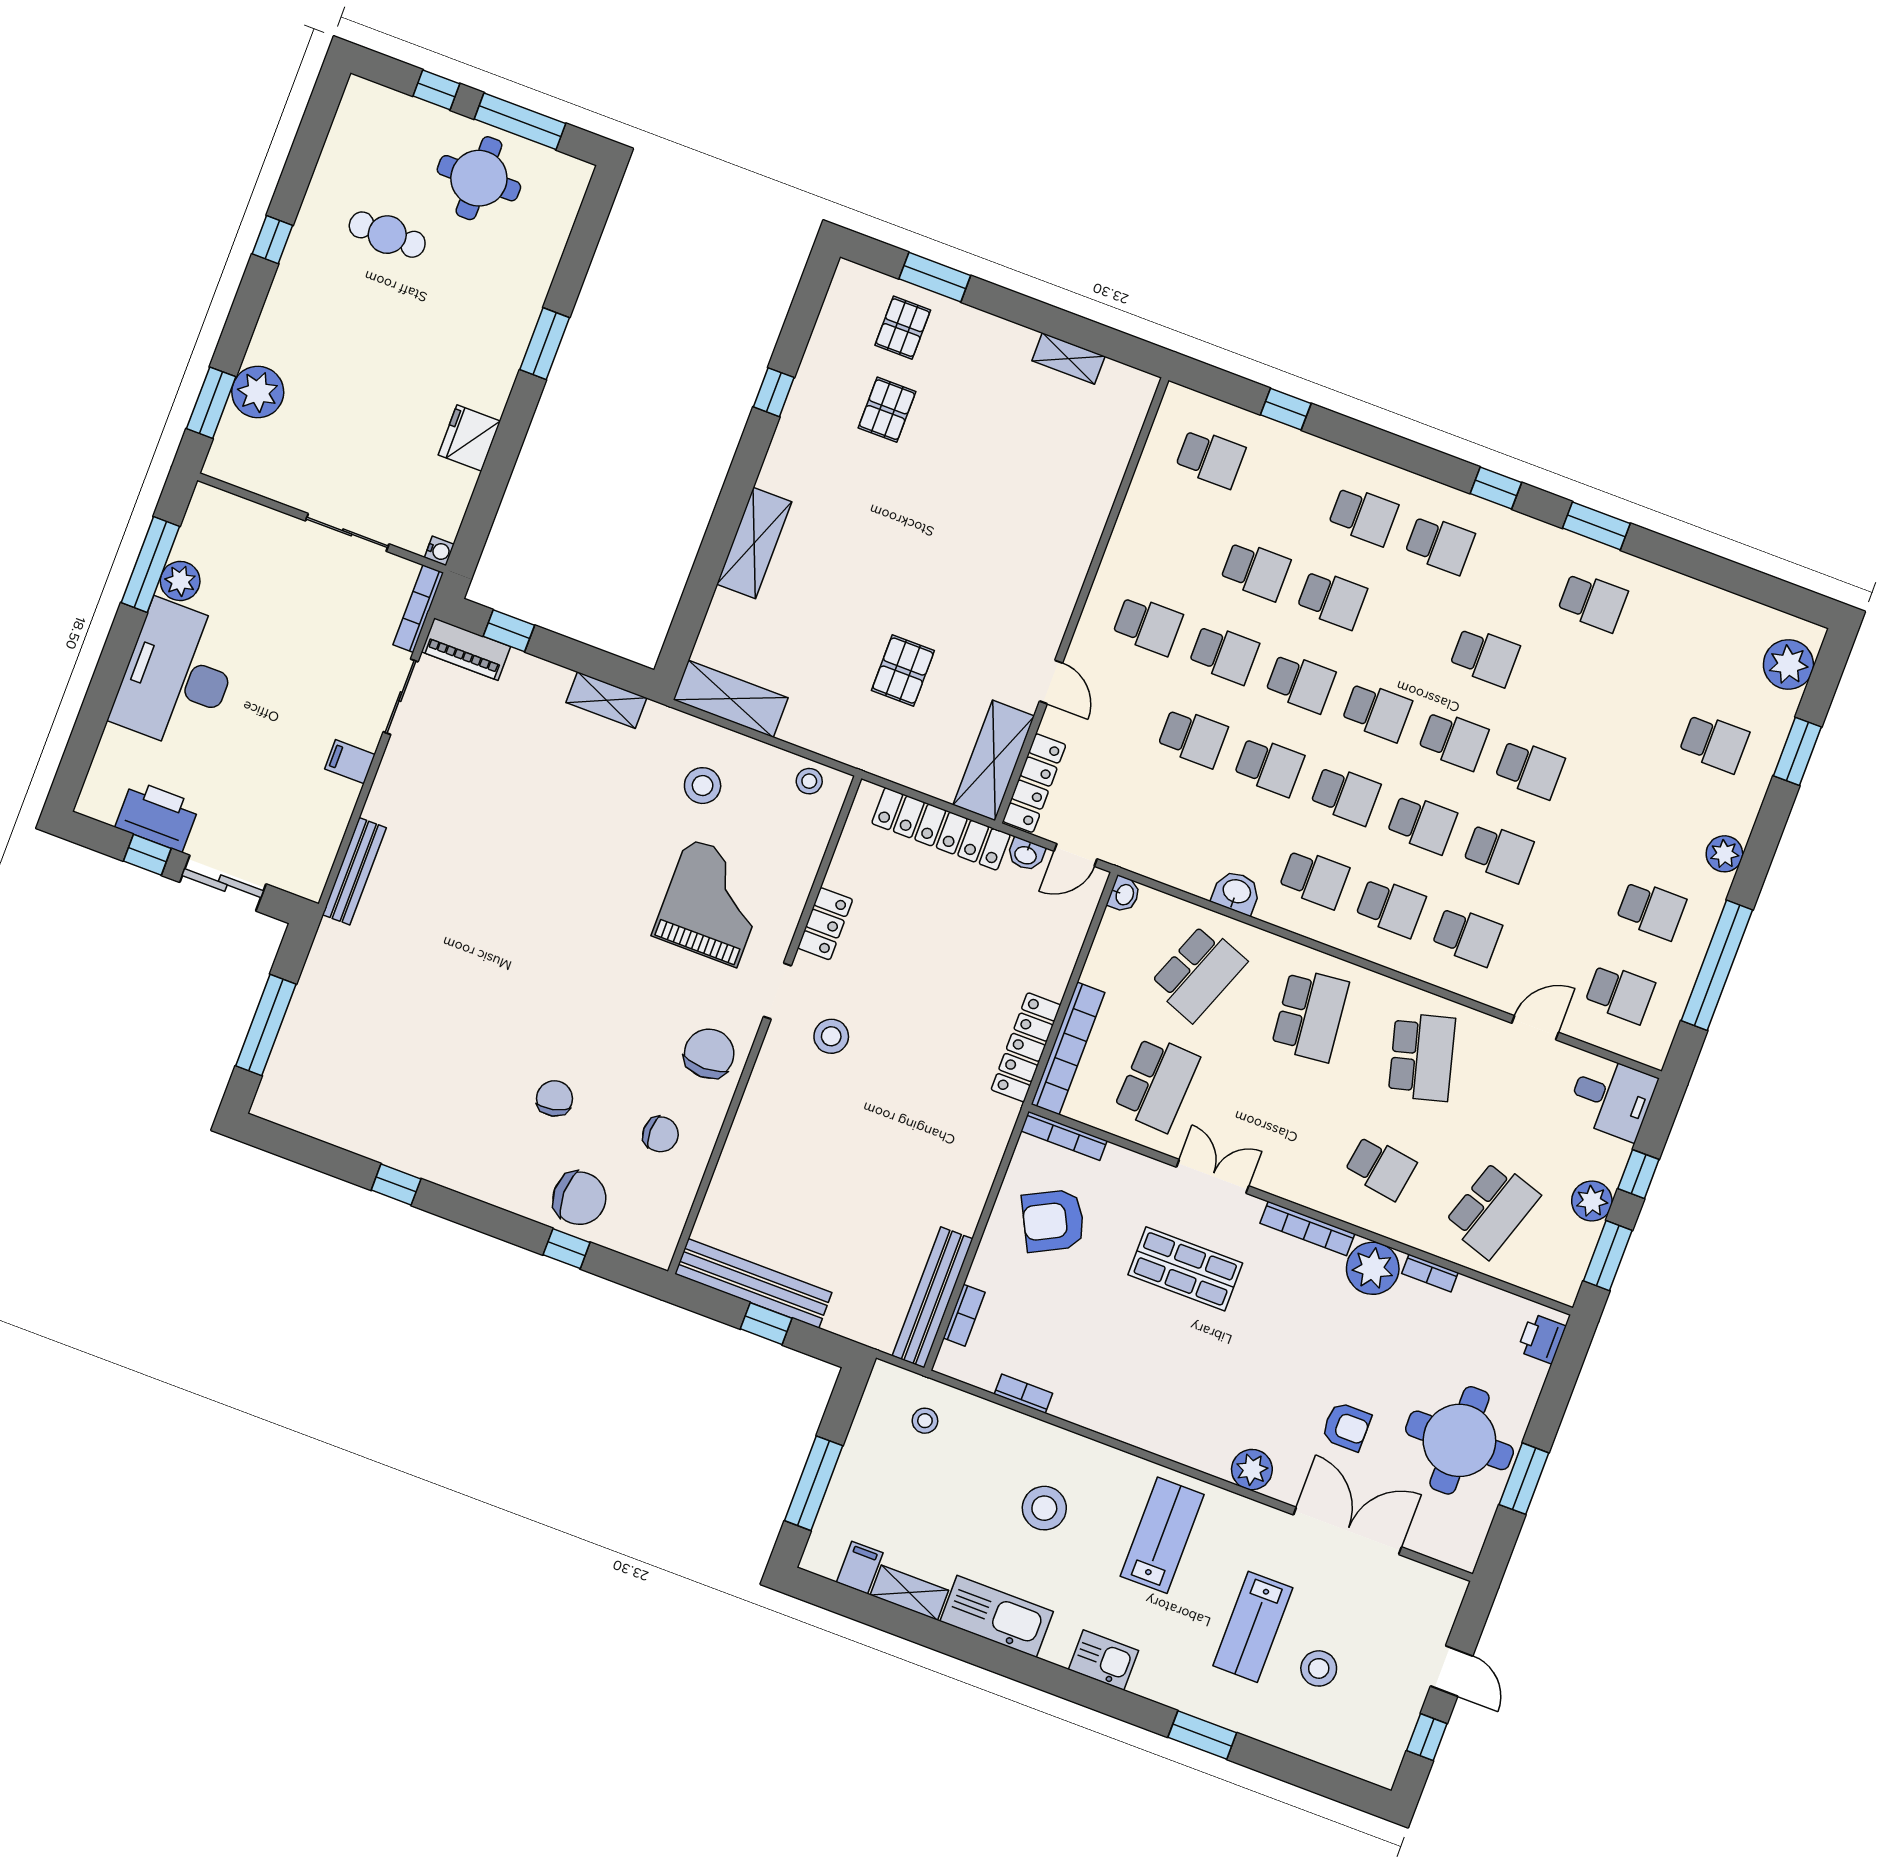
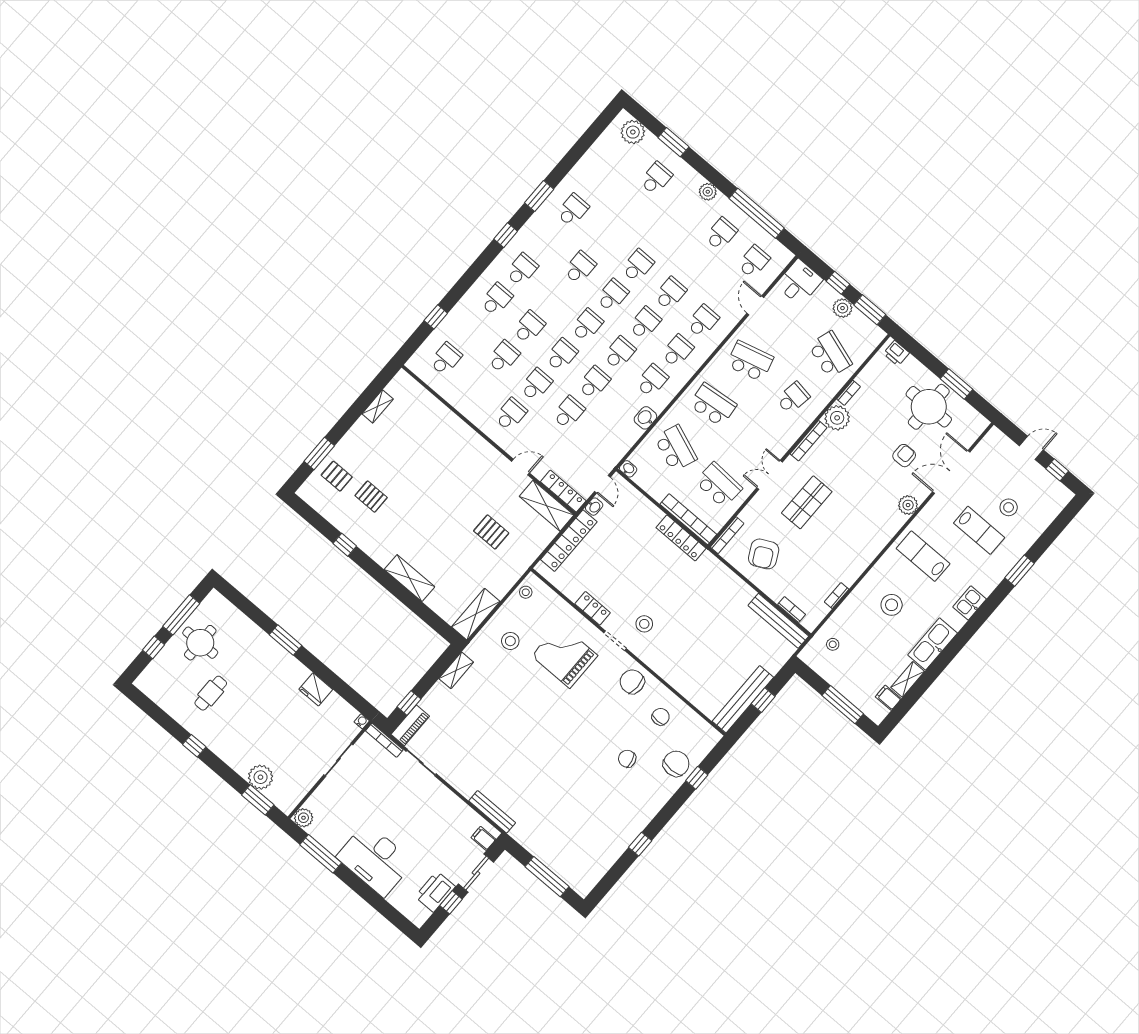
plant: (180, 581) -> (303, 818), moved
filing cabinet: (350, 762) -> (483, 838), moved, turned 90

